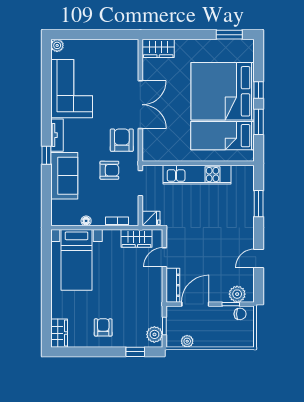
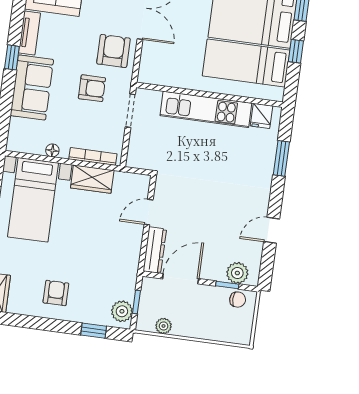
window: (259, 122) -> (296, 51), width x0.67
fridge: (151, 218) -> (262, 116), moved, turned 90
bookcase: (117, 221) -> (93, 156), width x1.56
wardrobe: (136, 238) -> (92, 179), moved

